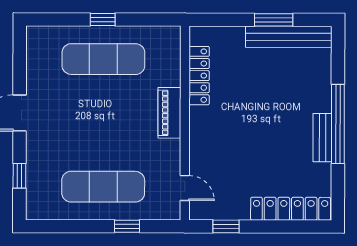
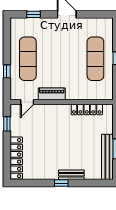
piano: (169, 113) -> (52, 94), moved
window: (338, 124) -> (61, 183), width x0.32
bench: (322, 138) -> (71, 175), moved

